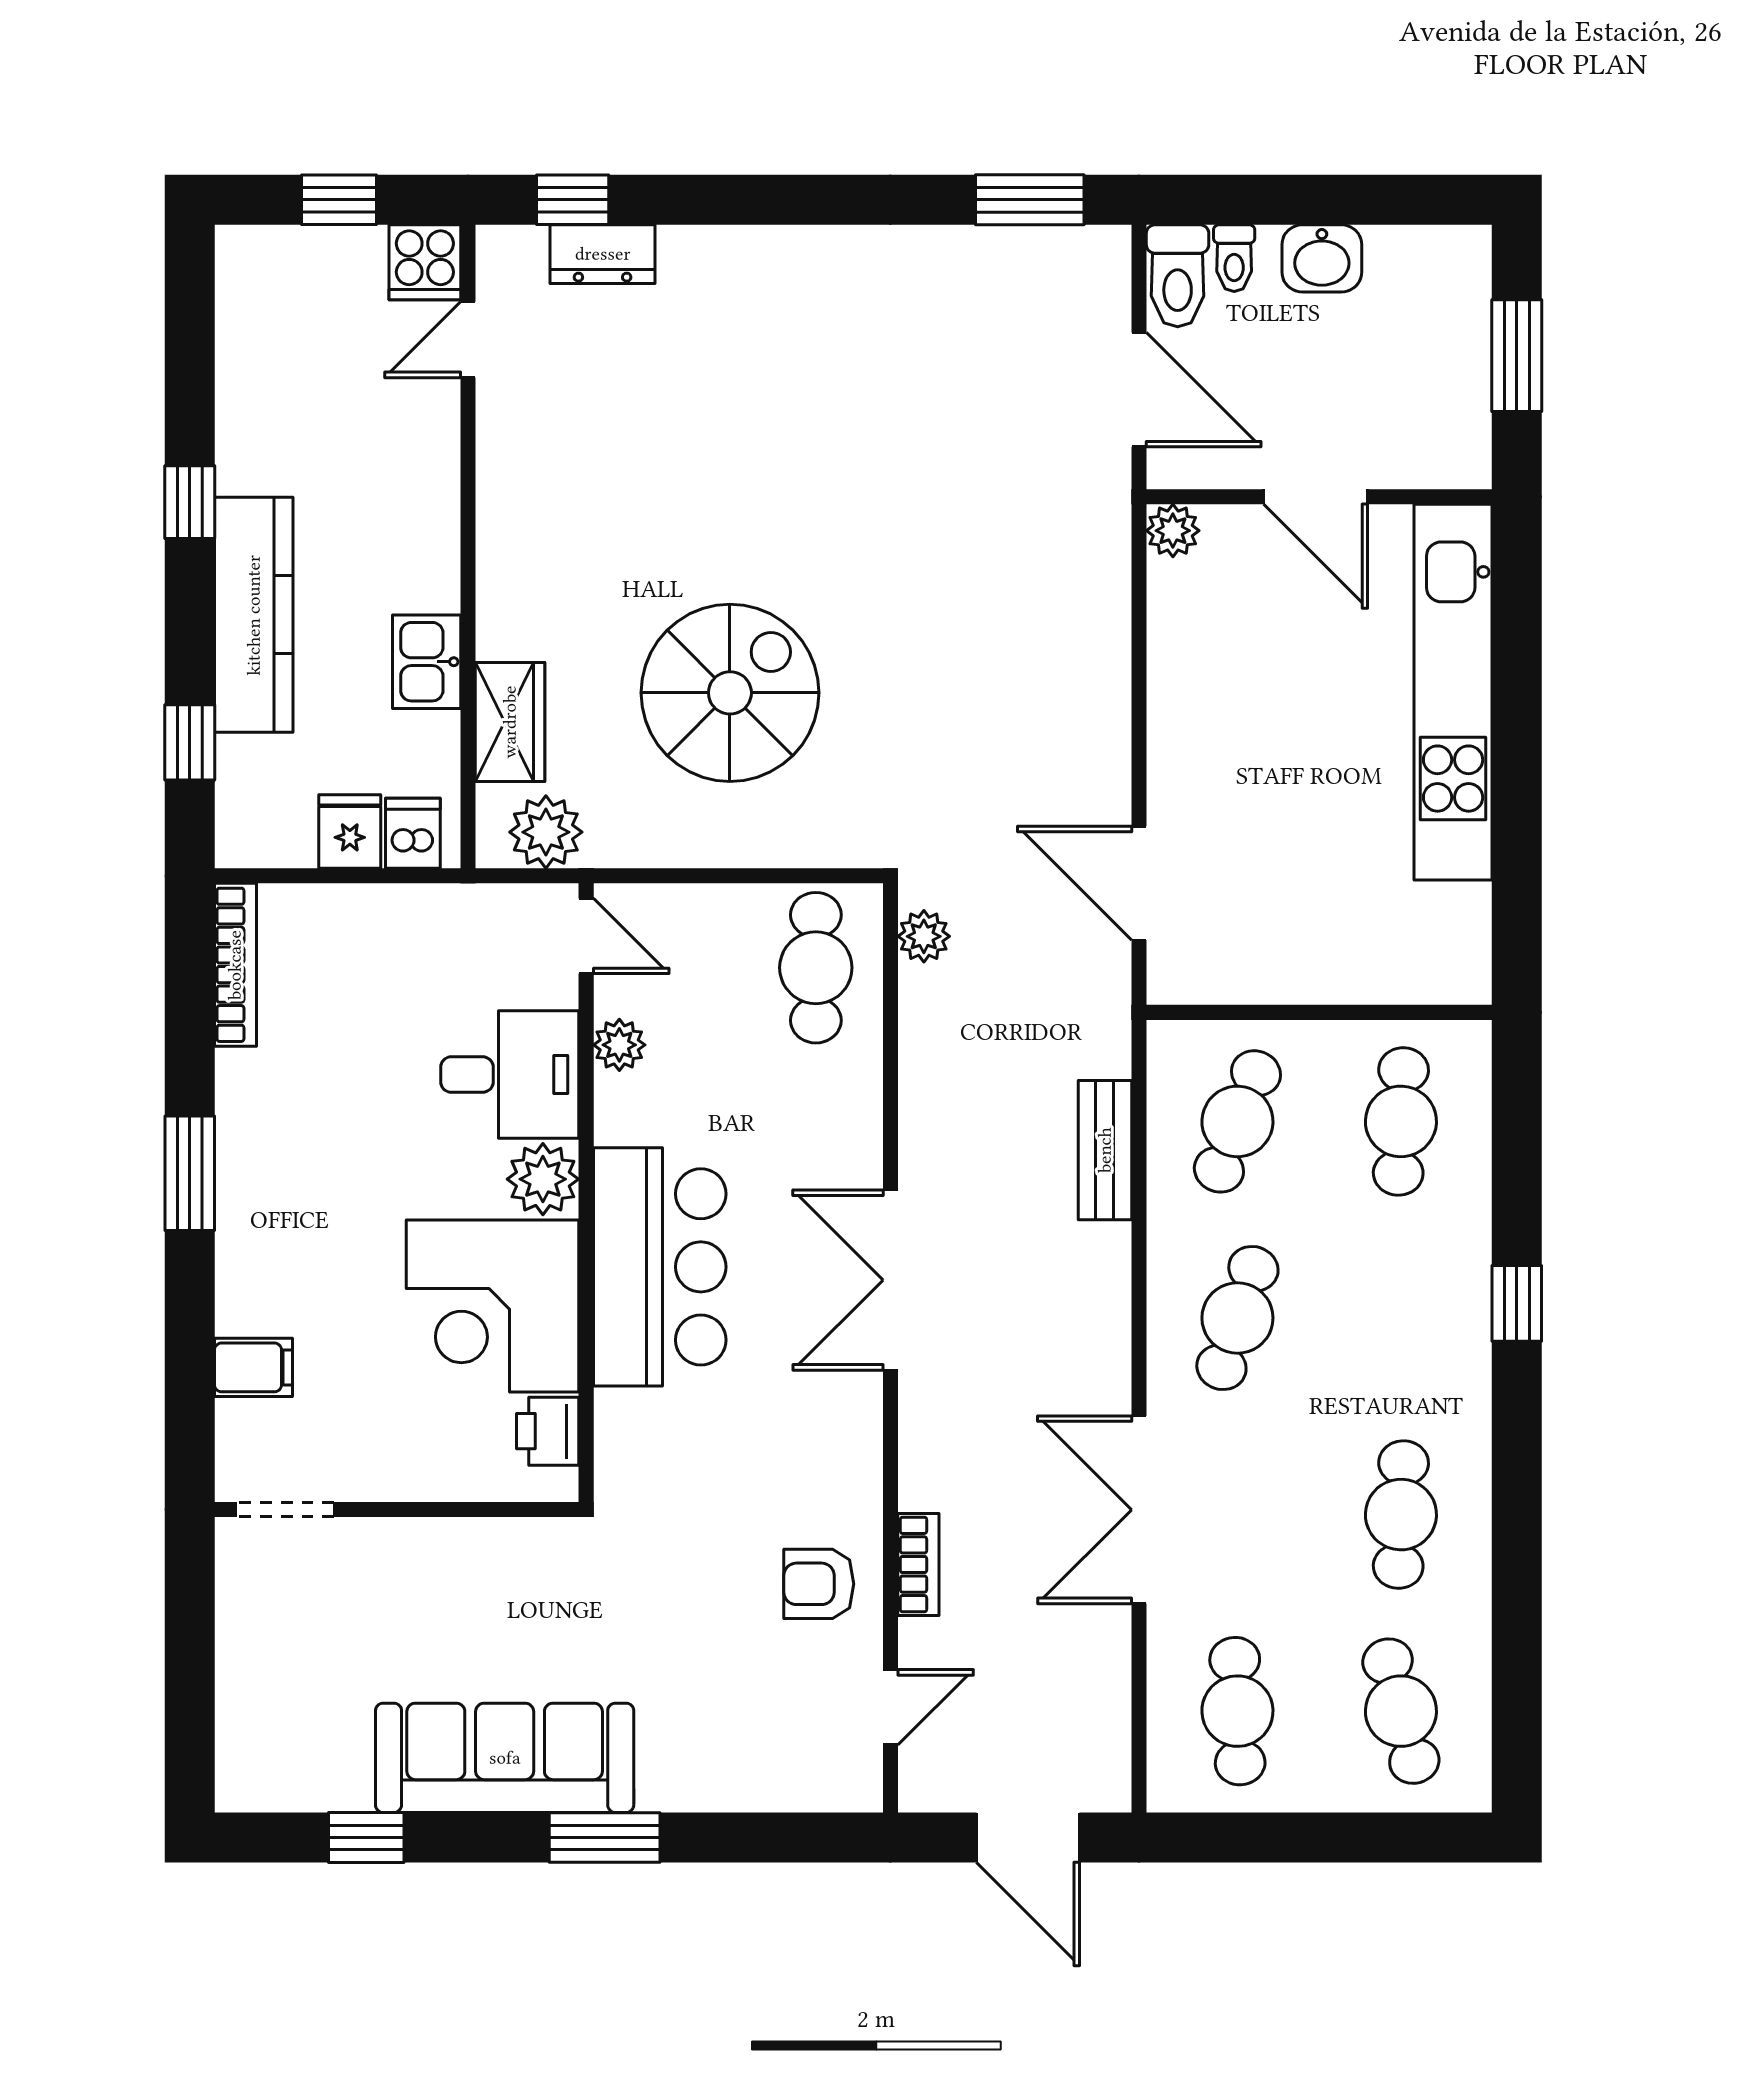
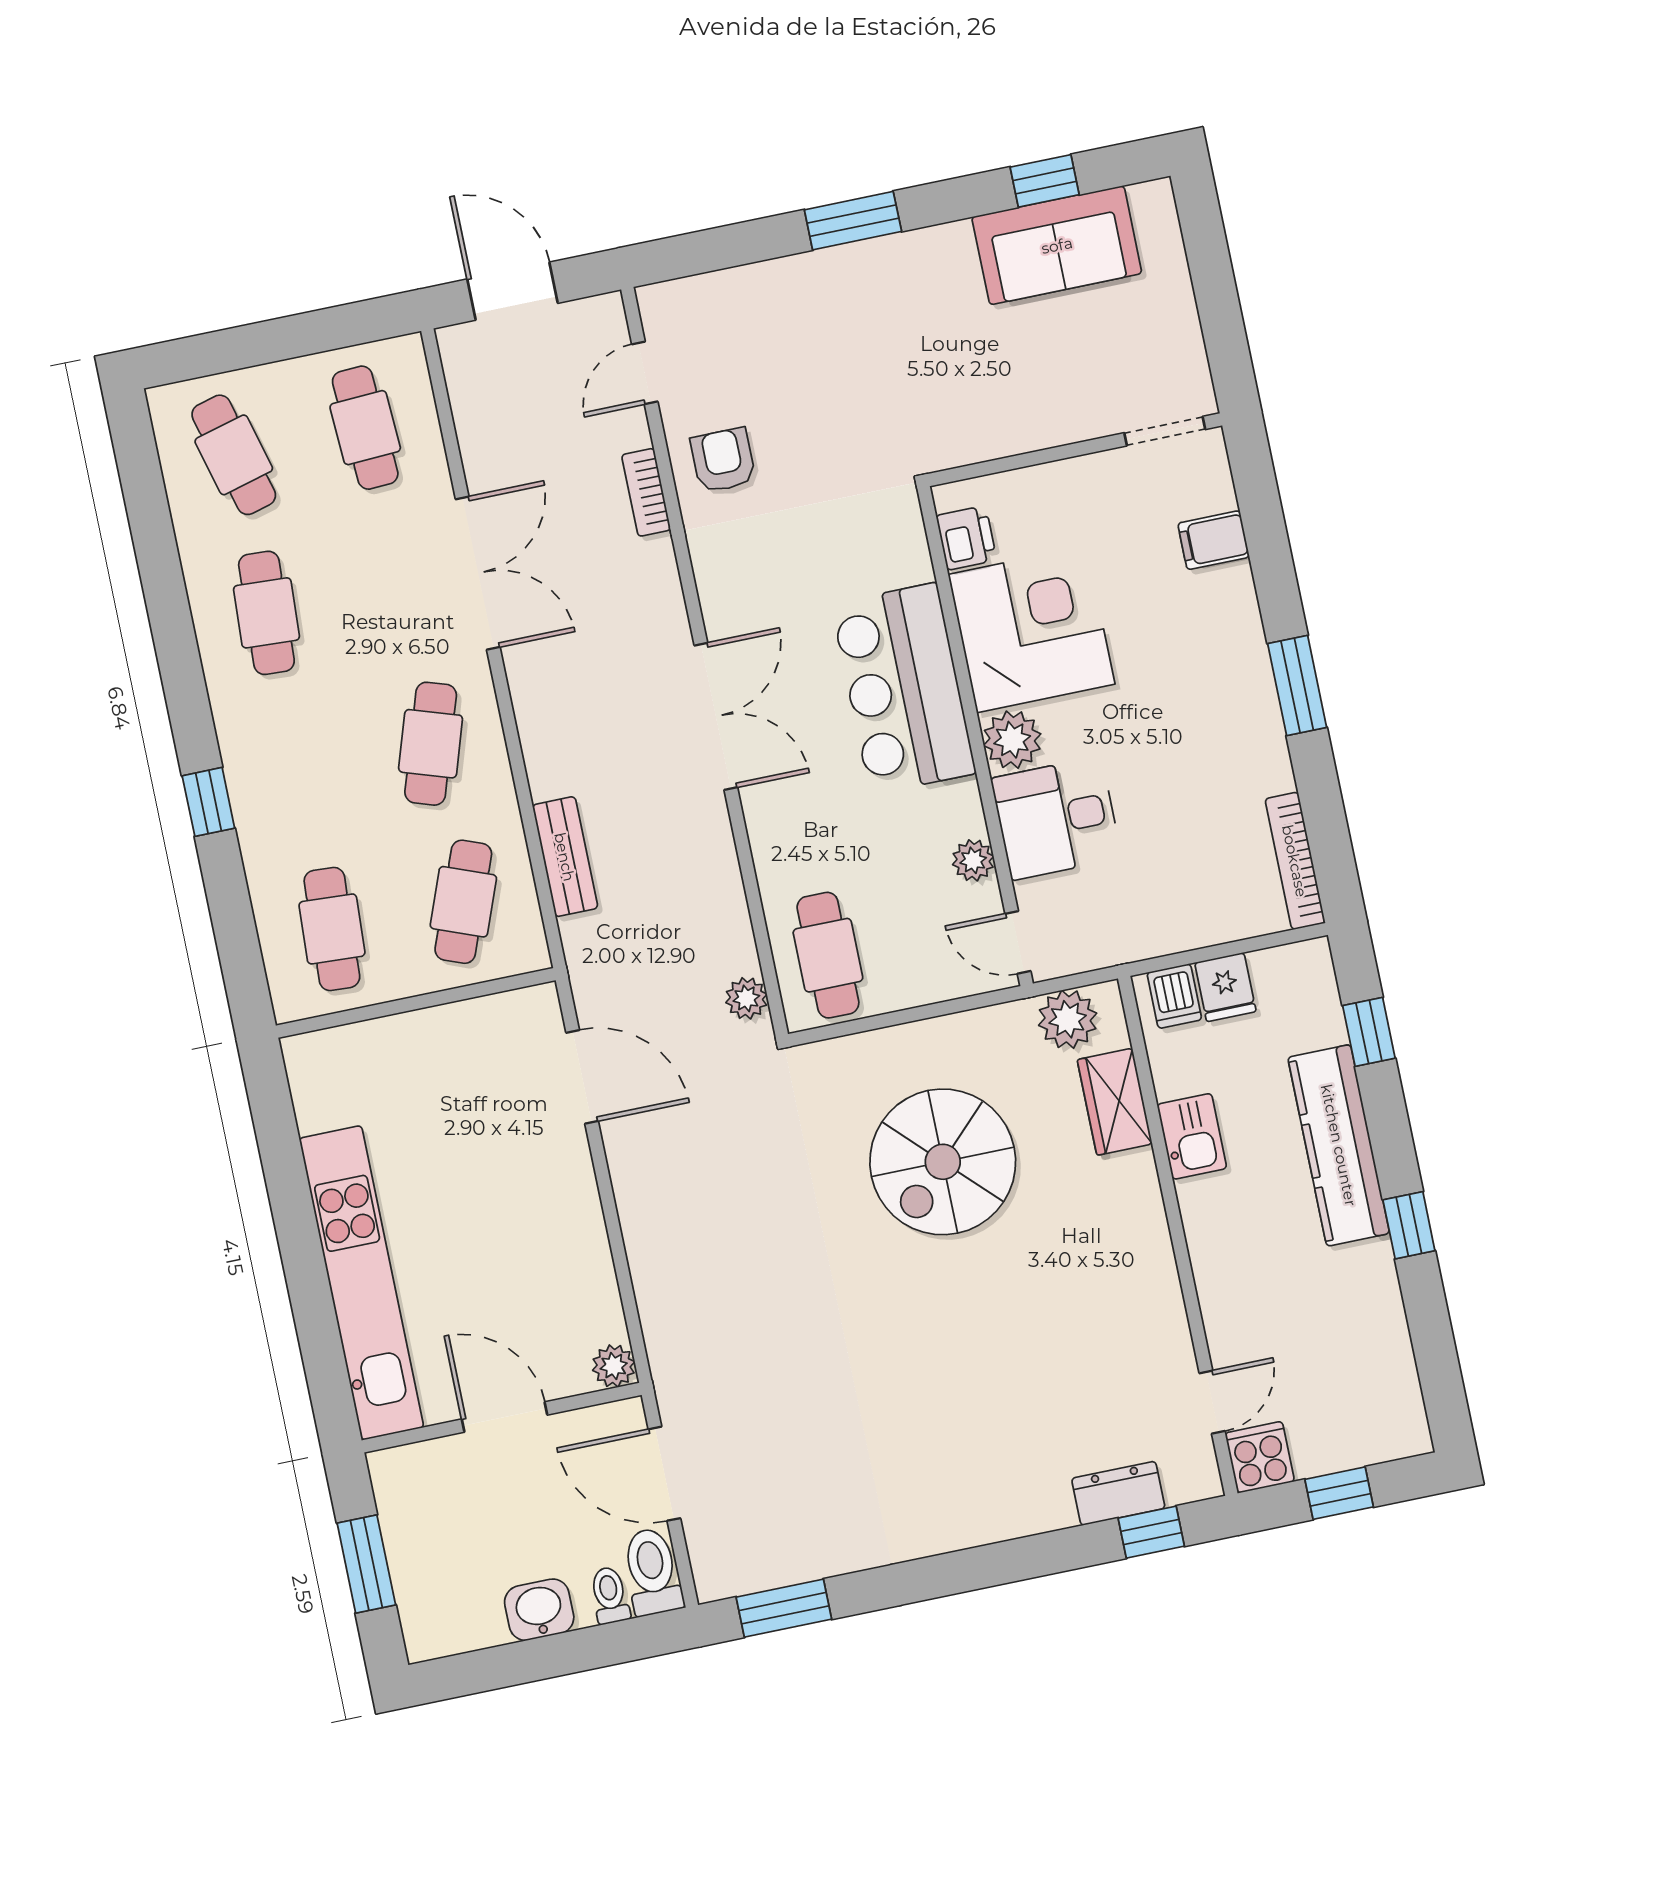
armchair: (819, 1584) -> (723, 460), turned -90
sofa: (505, 1758) -> (1057, 245), moved, width x0.73

